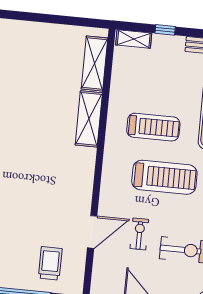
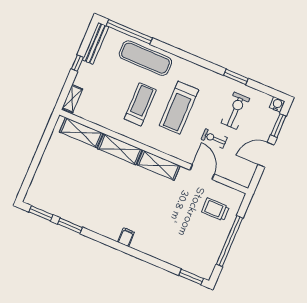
window: (165, 30) -> (77, 63), moved
shelving: (84, 174) -> (159, 165), added
treadmill: (164, 177) -> (179, 108), turned 180

